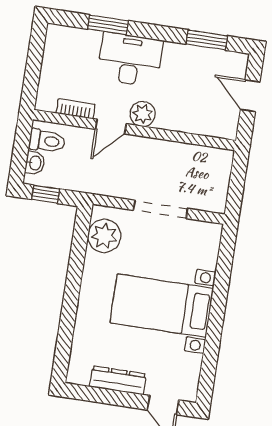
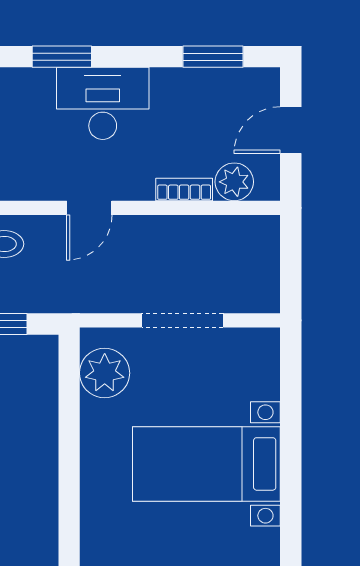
door: (250, 96) -> (291, 130), hinge flipped
bookcase: (76, 109) -> (184, 190), moved
plant: (143, 114) -> (234, 182), moved

